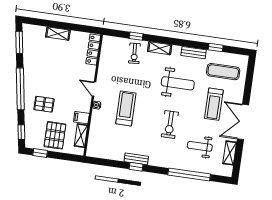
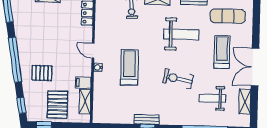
treadmill: (214, 104) -> (222, 52), turned 180
exercise bike: (170, 124) -> (178, 79), turned 102

